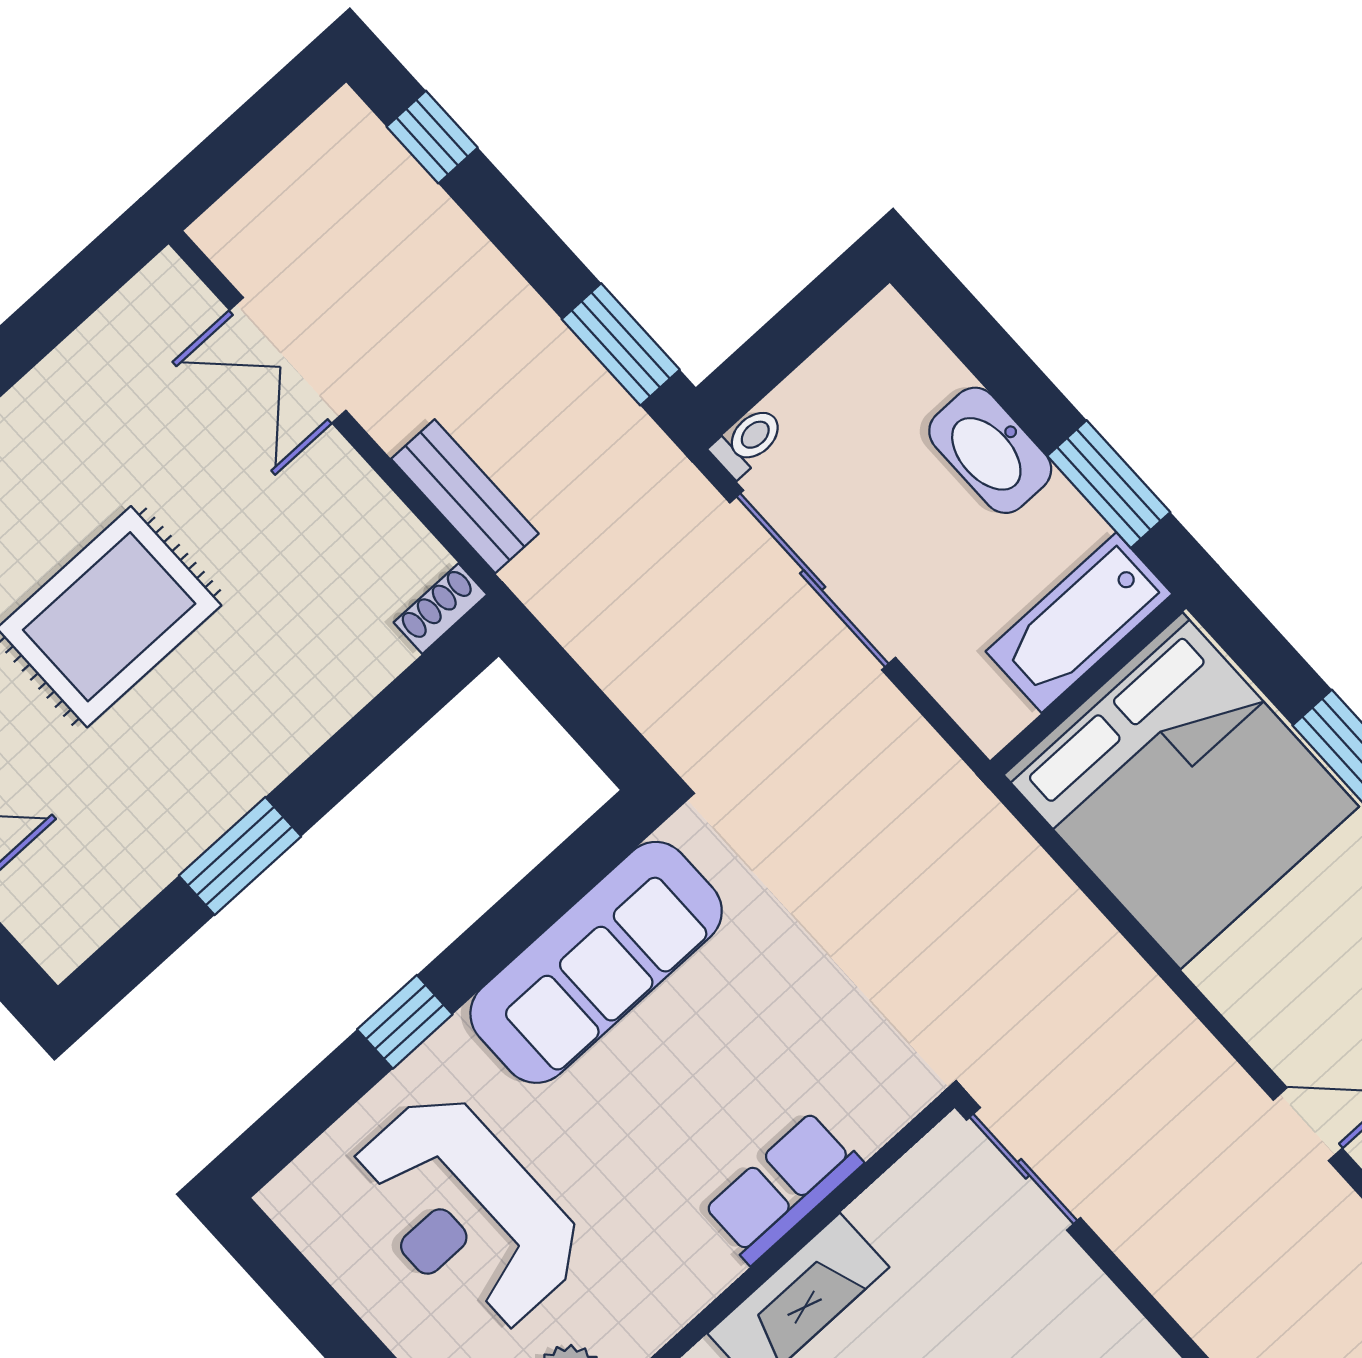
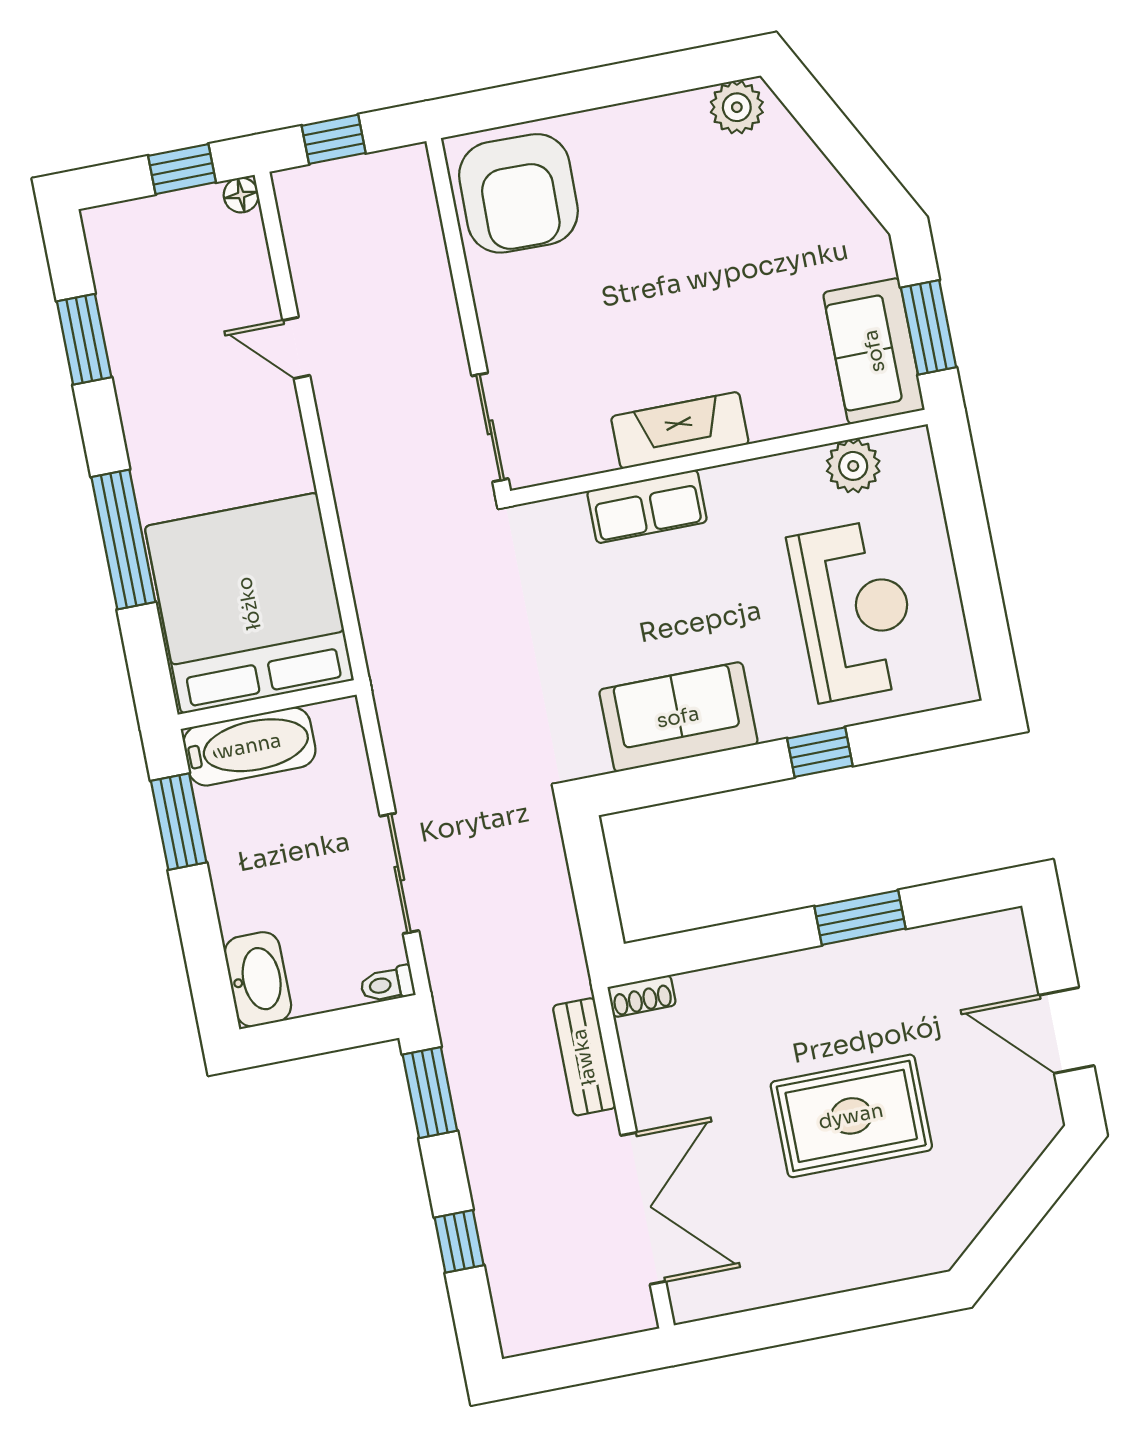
window: (432, 137) -> (459, 1241), moved
double door: (288, 360) -> (643, 1208), width x1.37
washbasin: (990, 450) -> (258, 979), moved
sliding door: (813, 580) -> (399, 873), width x0.73
sofa: (596, 962) -> (678, 717), width x0.73

